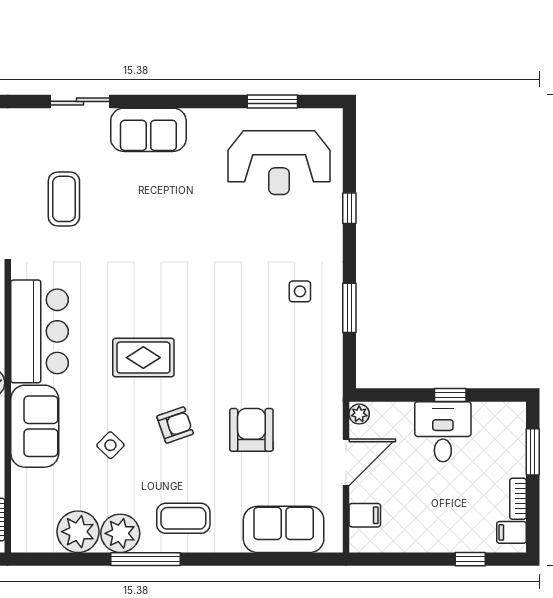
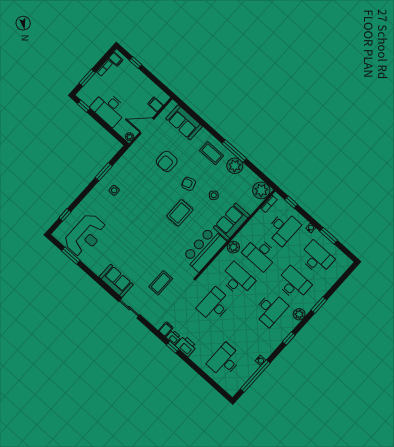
reception desk: (279, 163) -> (85, 235), turned 90
window: (349, 208) -> (65, 215), moved
rug: (143, 358) -> (180, 213), turned 90
window: (450, 395) -> (84, 106), moved
desk: (443, 432) -> (109, 109), width x1.37
plant: (78, 532) -> (261, 190), moved

